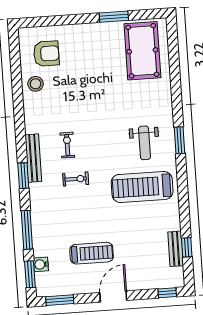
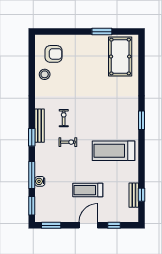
weight bench: (144, 143) -> (117, 120), removed
treadmill: (92, 253) -> (88, 190), moved, turned 180
water cooler: (41, 264) -> (40, 181), moved
window: (167, 293) -> (114, 225), moved

